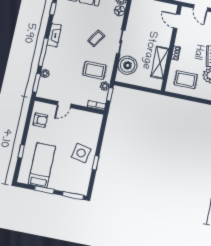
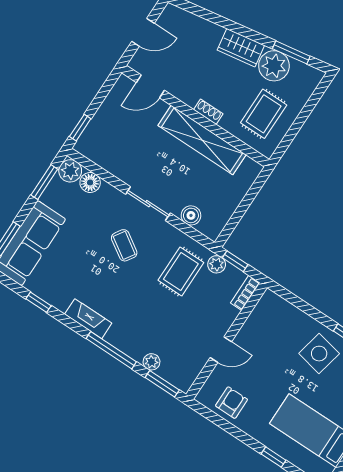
shelving: (160, 63) -> (202, 140), width x1.47
boiler: (128, 65) -> (191, 215), width x0.54, depth x0.54
door: (64, 104) -> (221, 350), hinge flipped

